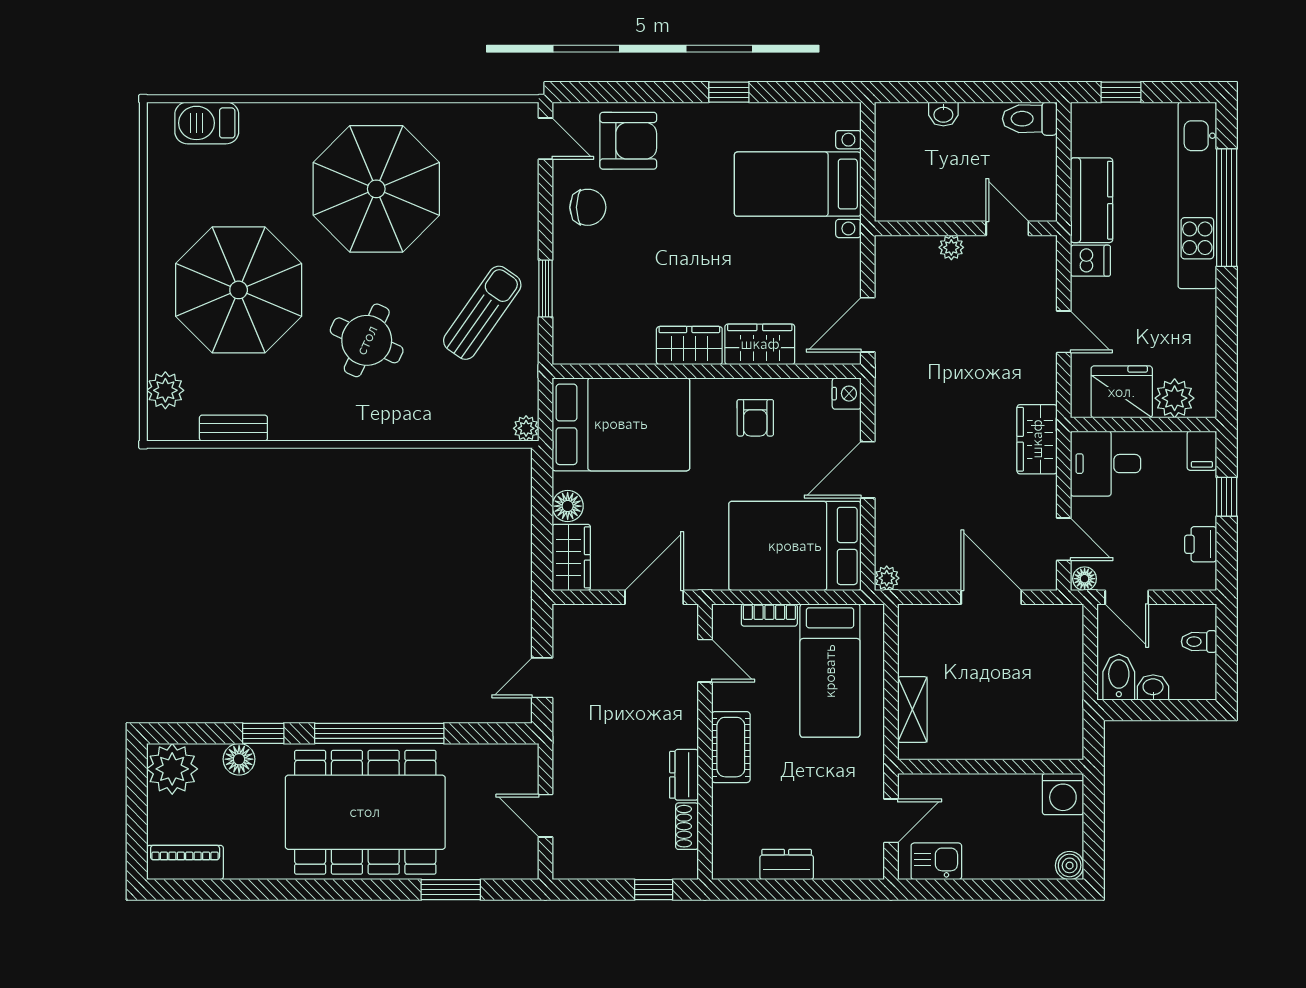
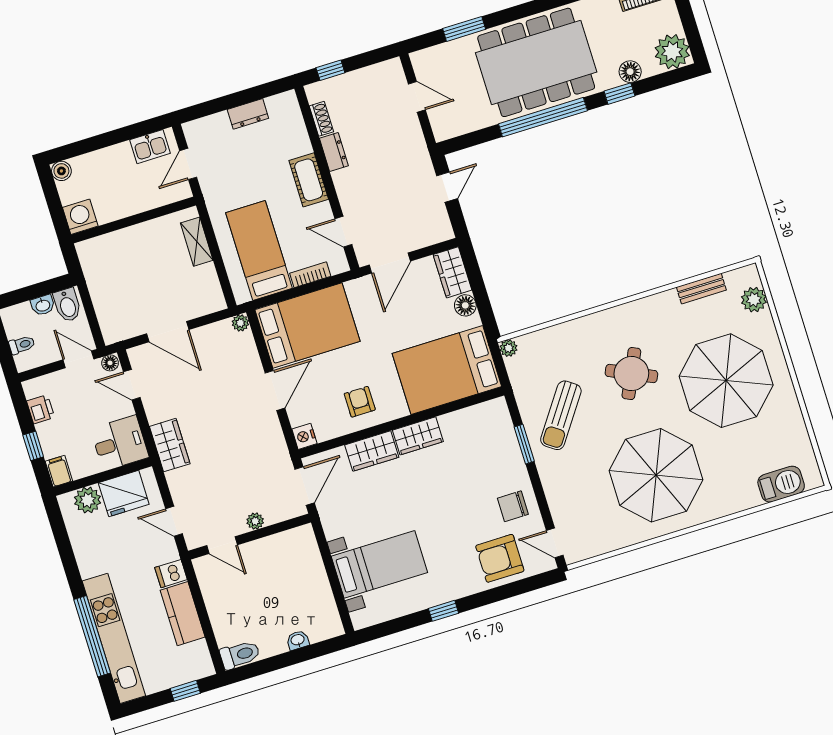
wall: (966, 228) -> (250, 537), moved
door: (1007, 228) -> (222, 545), moved
plant: (951, 247) -> (255, 521), moved

